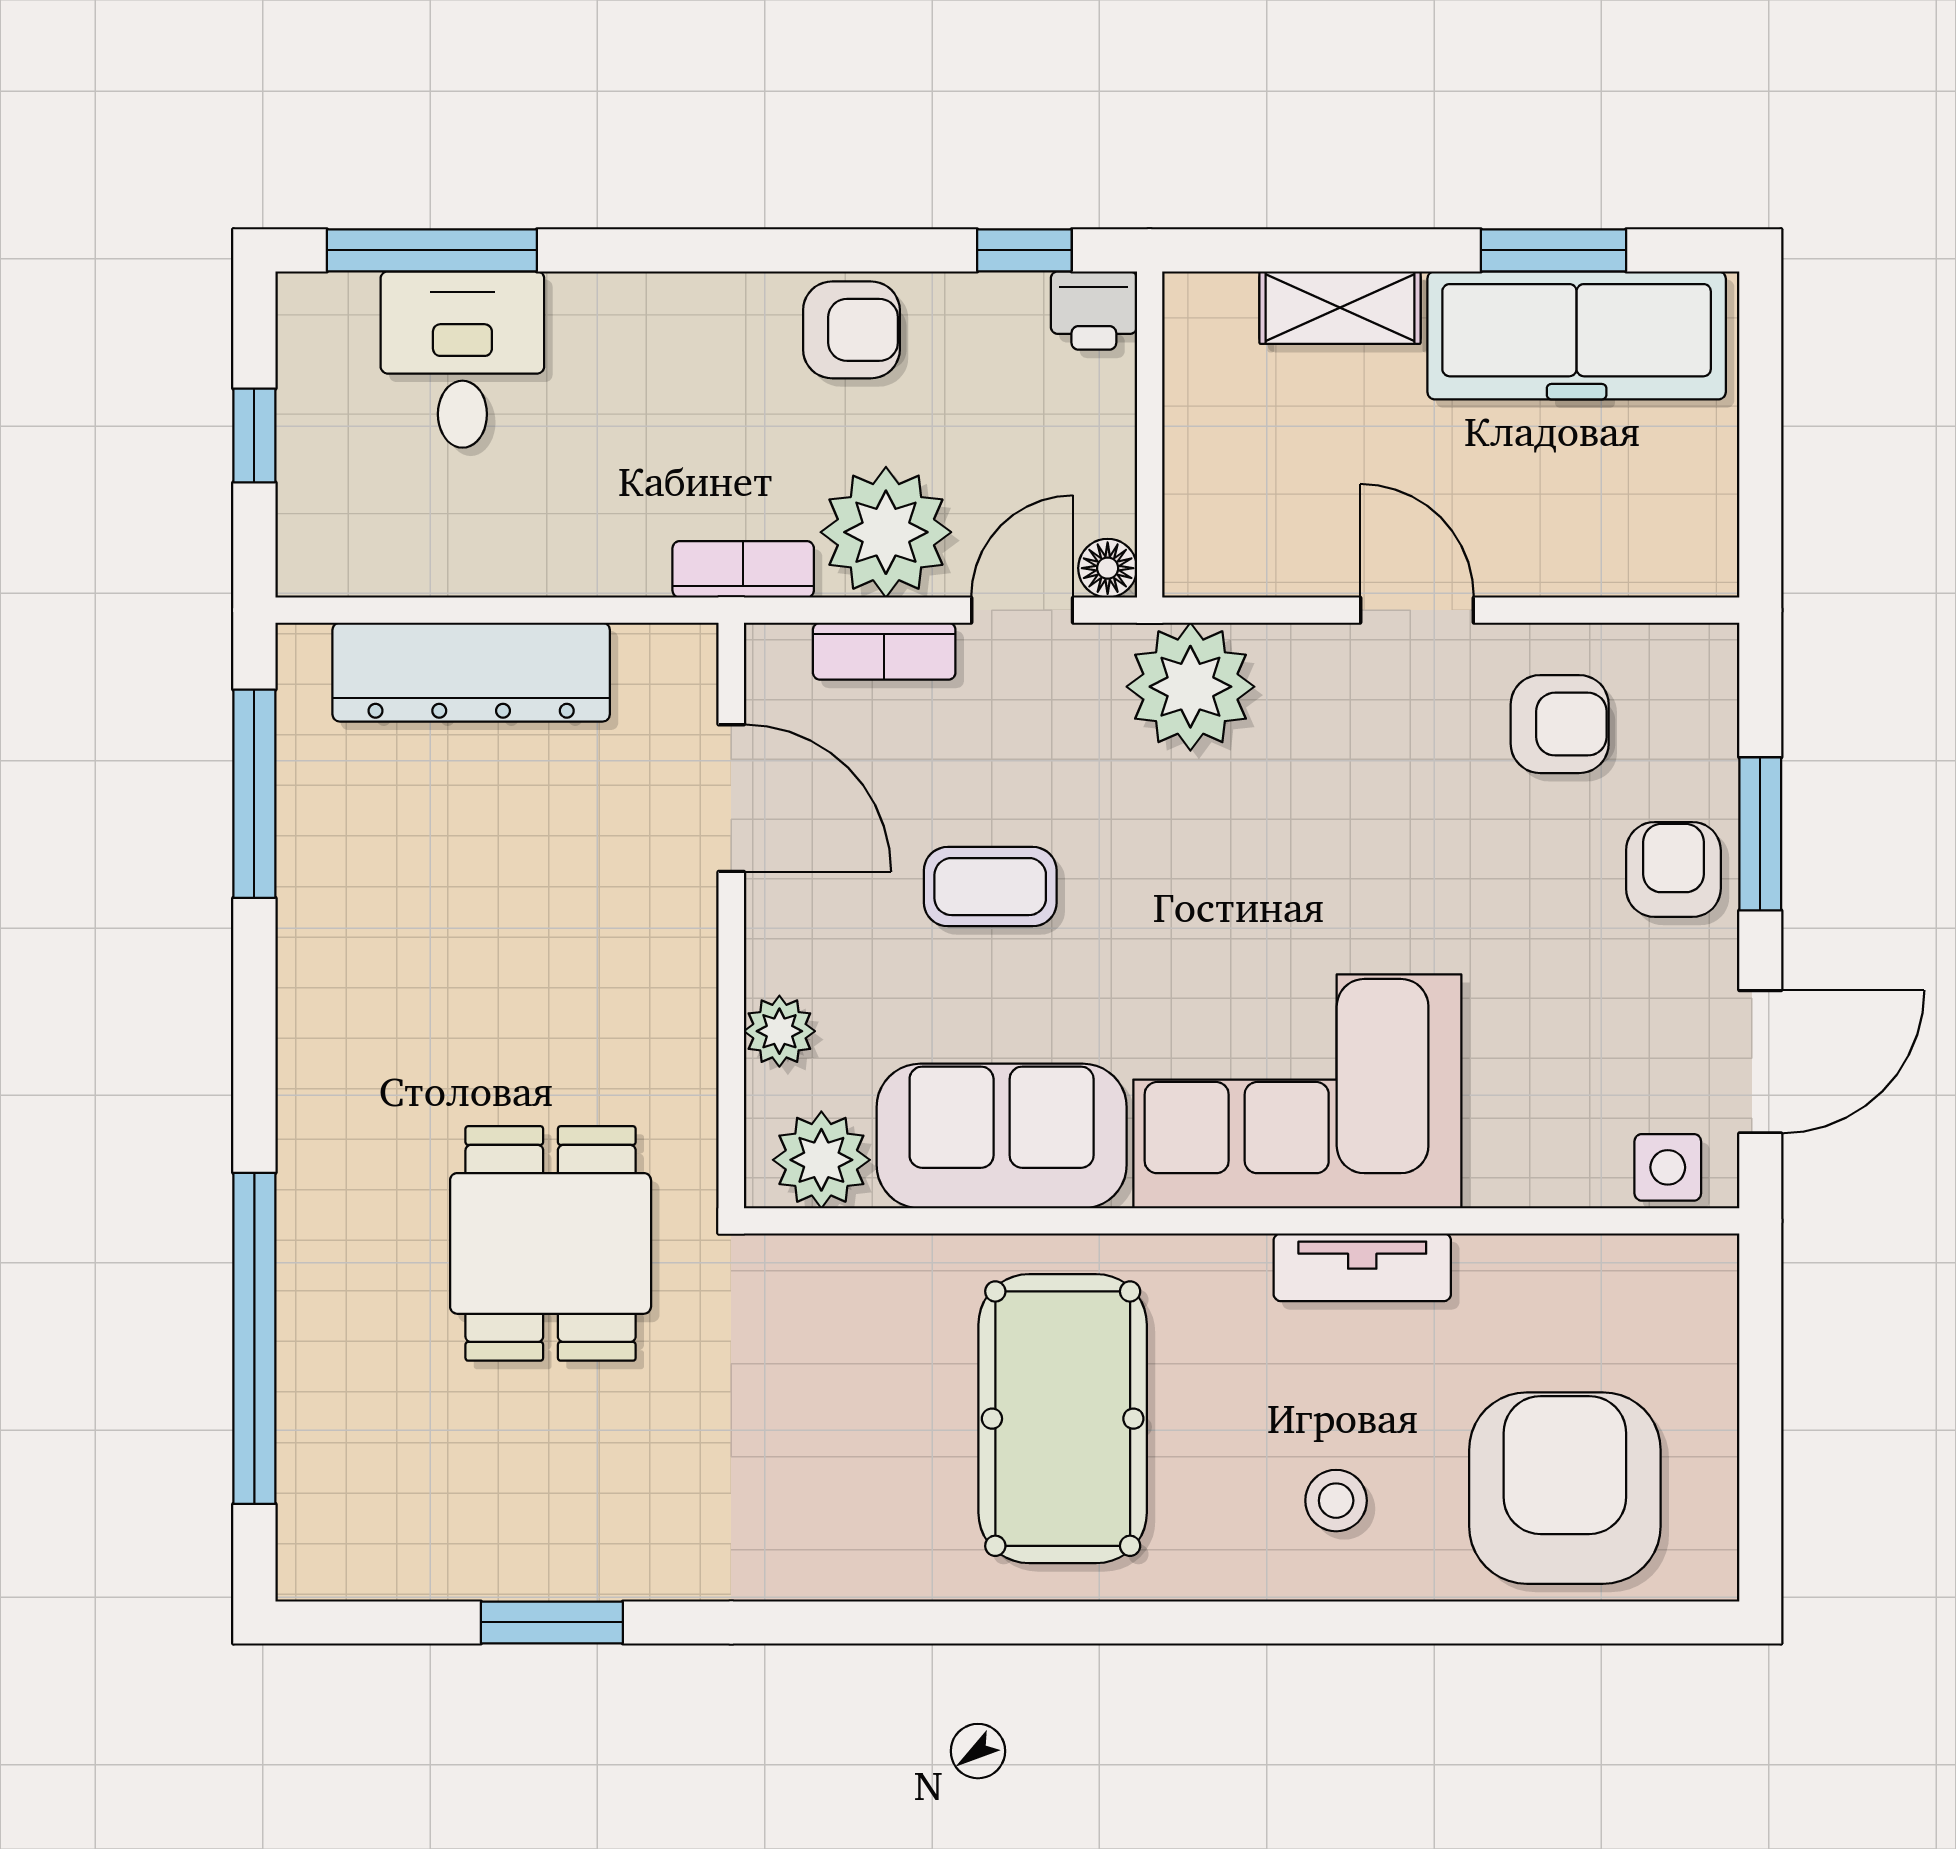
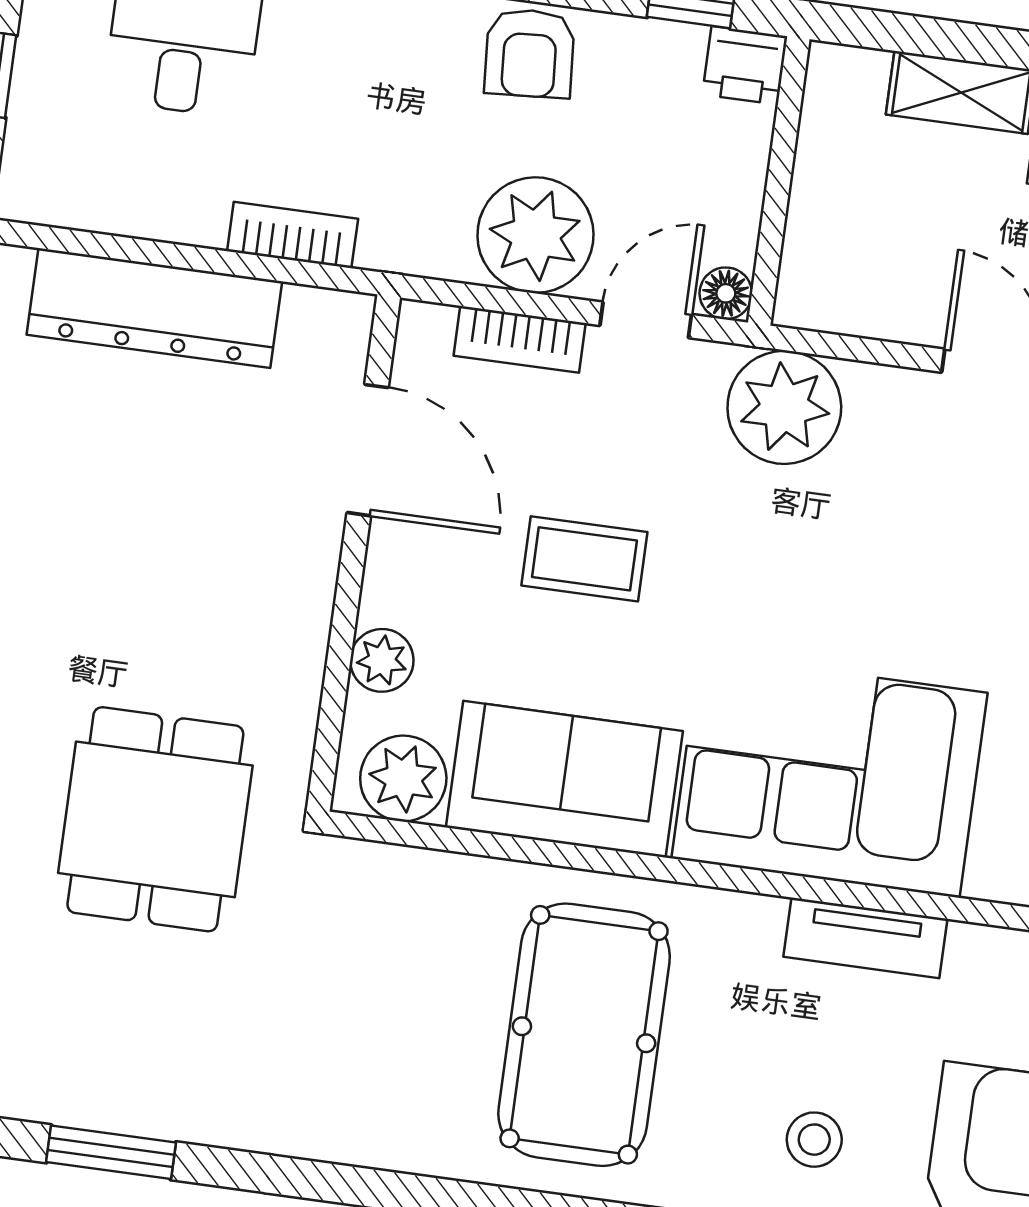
armchair: (851, 330) -> (530, 53), turned 86
bookcase: (743, 569) -> (293, 235), moved

